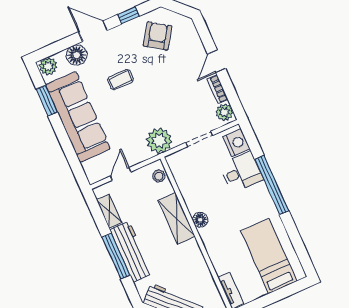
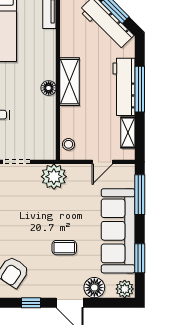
window: (73, 159) -> (140, 195), added
shelving: (177, 219) -> (69, 82), moved

